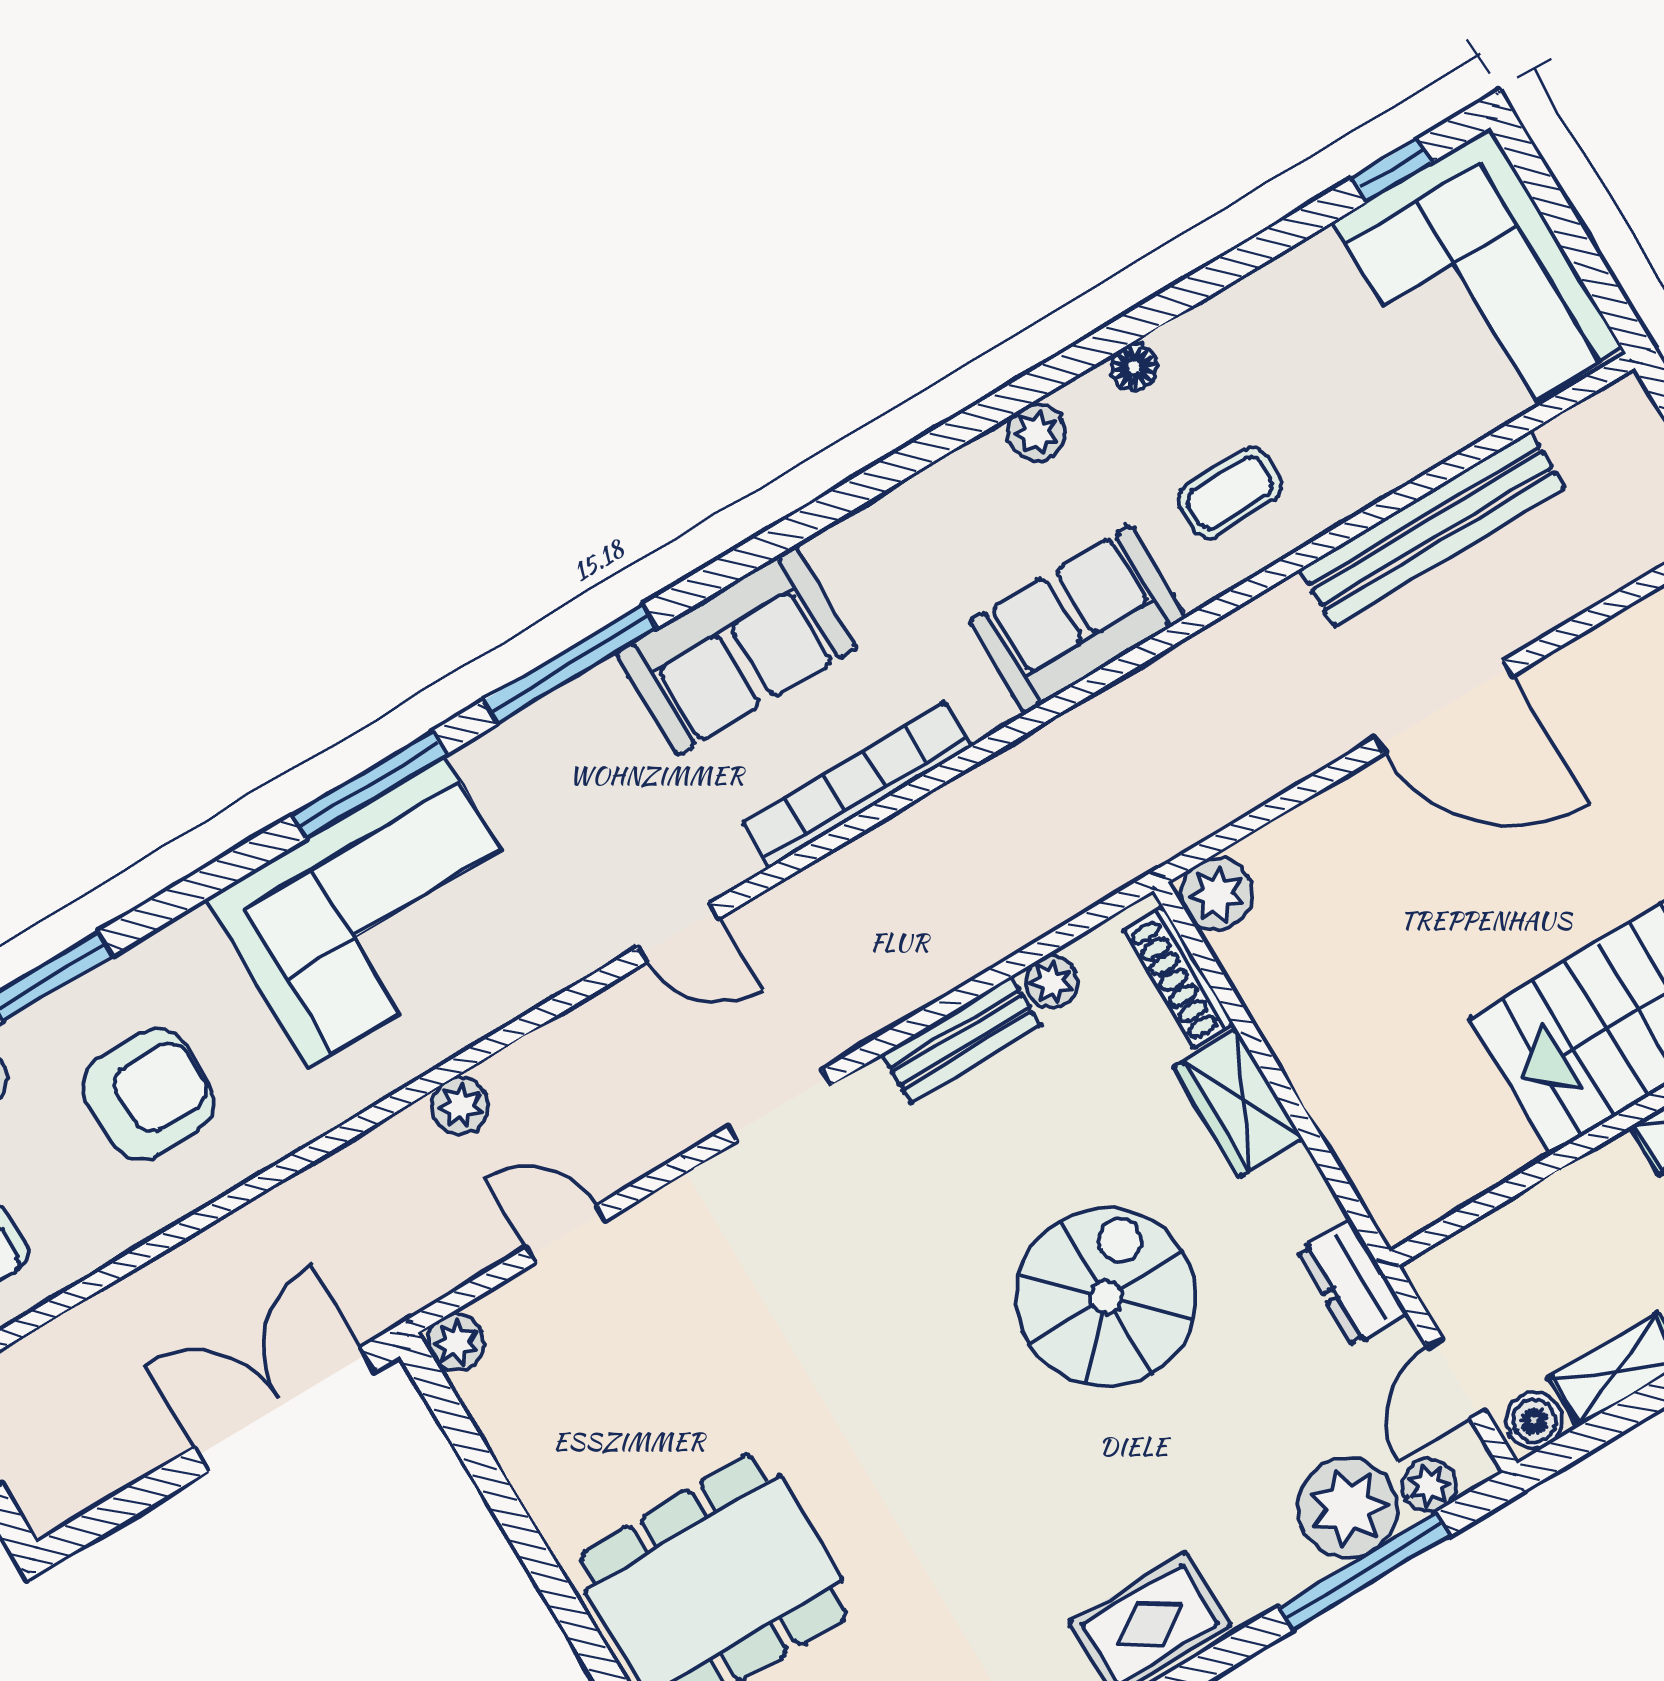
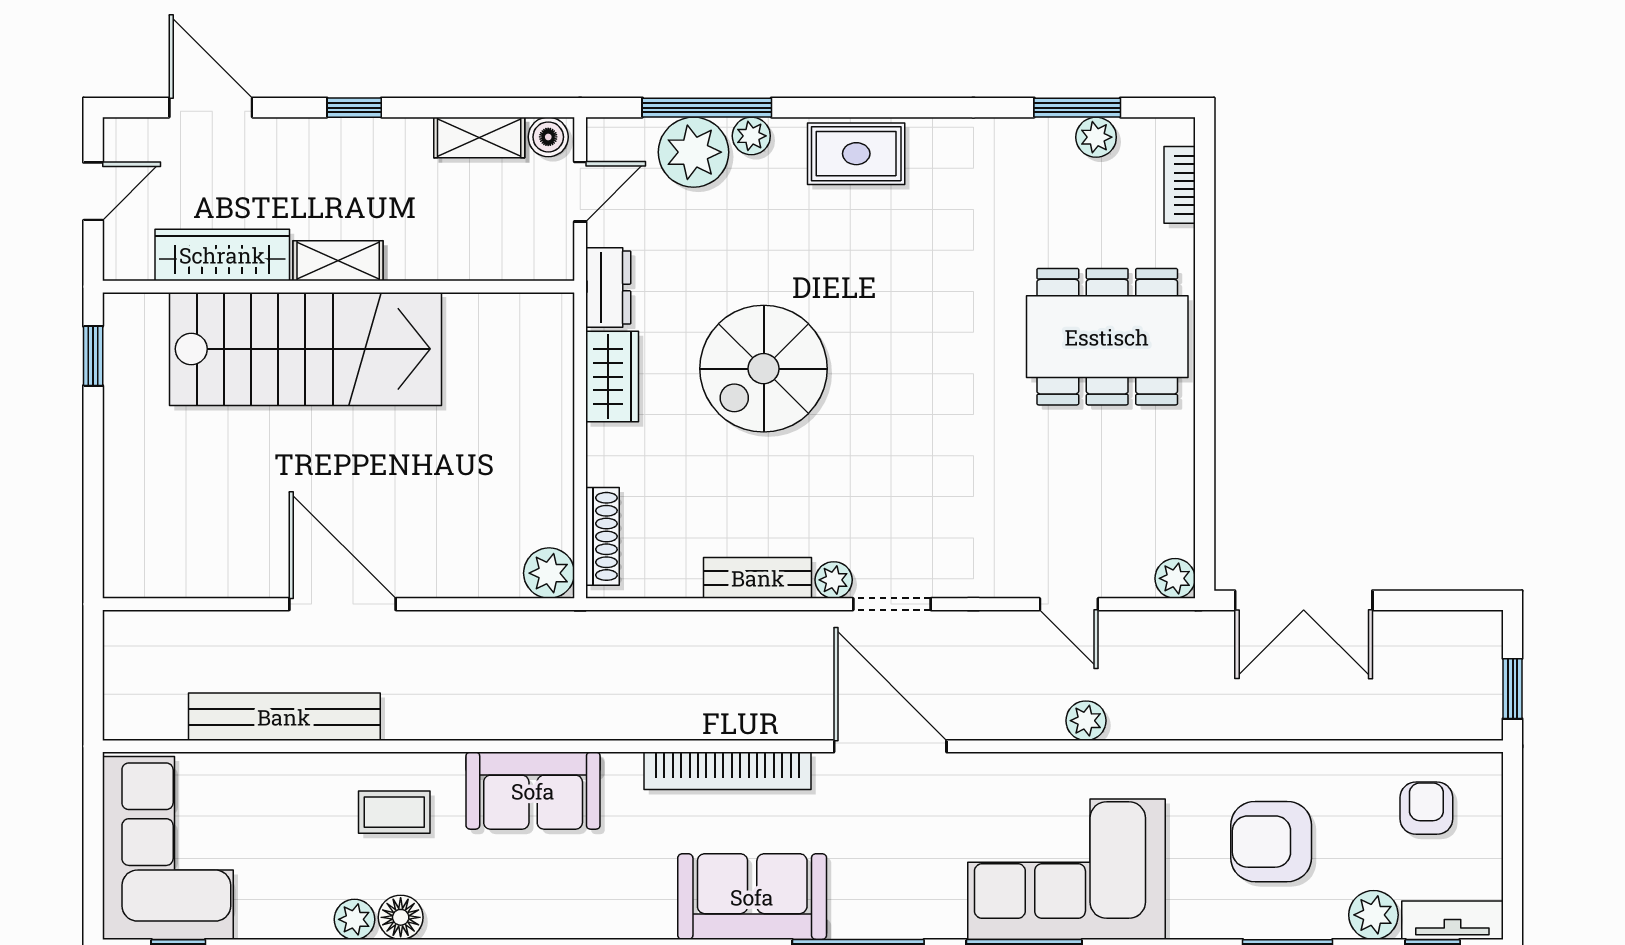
floor lamp: (1134, 367) -> (401, 917), width x1.37, depth x1.37
plant: (1036, 433) -> (354, 919), moved
door: (678, 933) -> (890, 746), width x1.87
plant: (1051, 982) -> (834, 580), moved
wardrobe: (1238, 1103) -> (612, 377), moved
plant: (1429, 1486) -> (751, 136), moved

